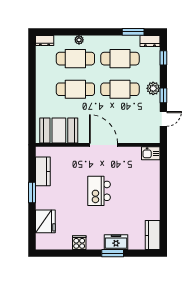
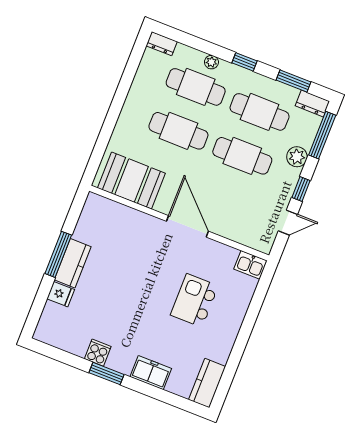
window: (99, 32) -> (245, 62), added
window: (163, 58) -> (322, 135), width x2.17
plant: (153, 88) -> (297, 157), moved
kitchen counter: (43, 171) -> (73, 263), moved
kitchen island: (99, 191) -> (194, 300), moved
window: (32, 192) -> (58, 254), width x1.44
fridge: (45, 221) -> (61, 294), width x0.53, depth x0.75
window: (113, 253) -> (106, 374), moved

